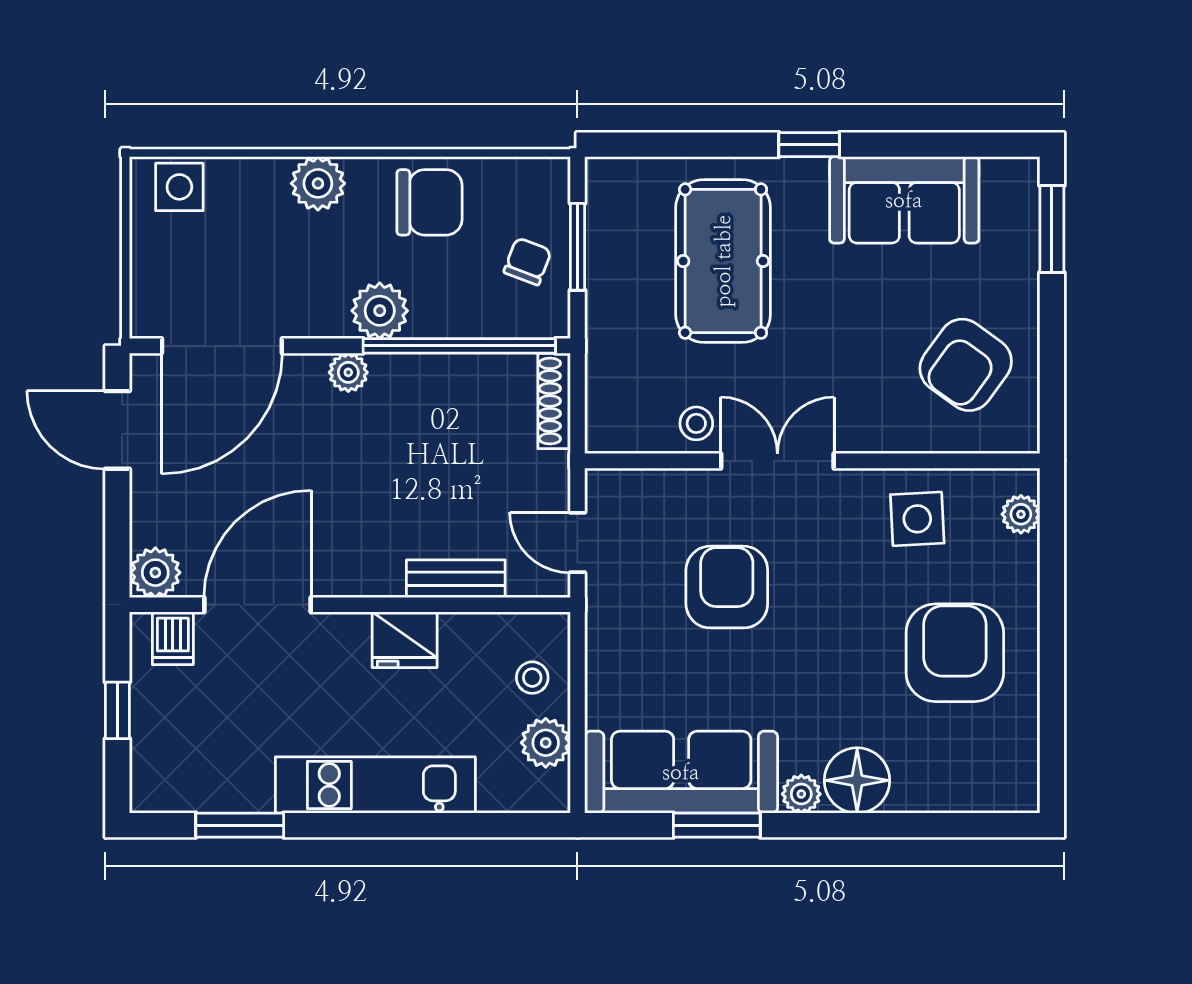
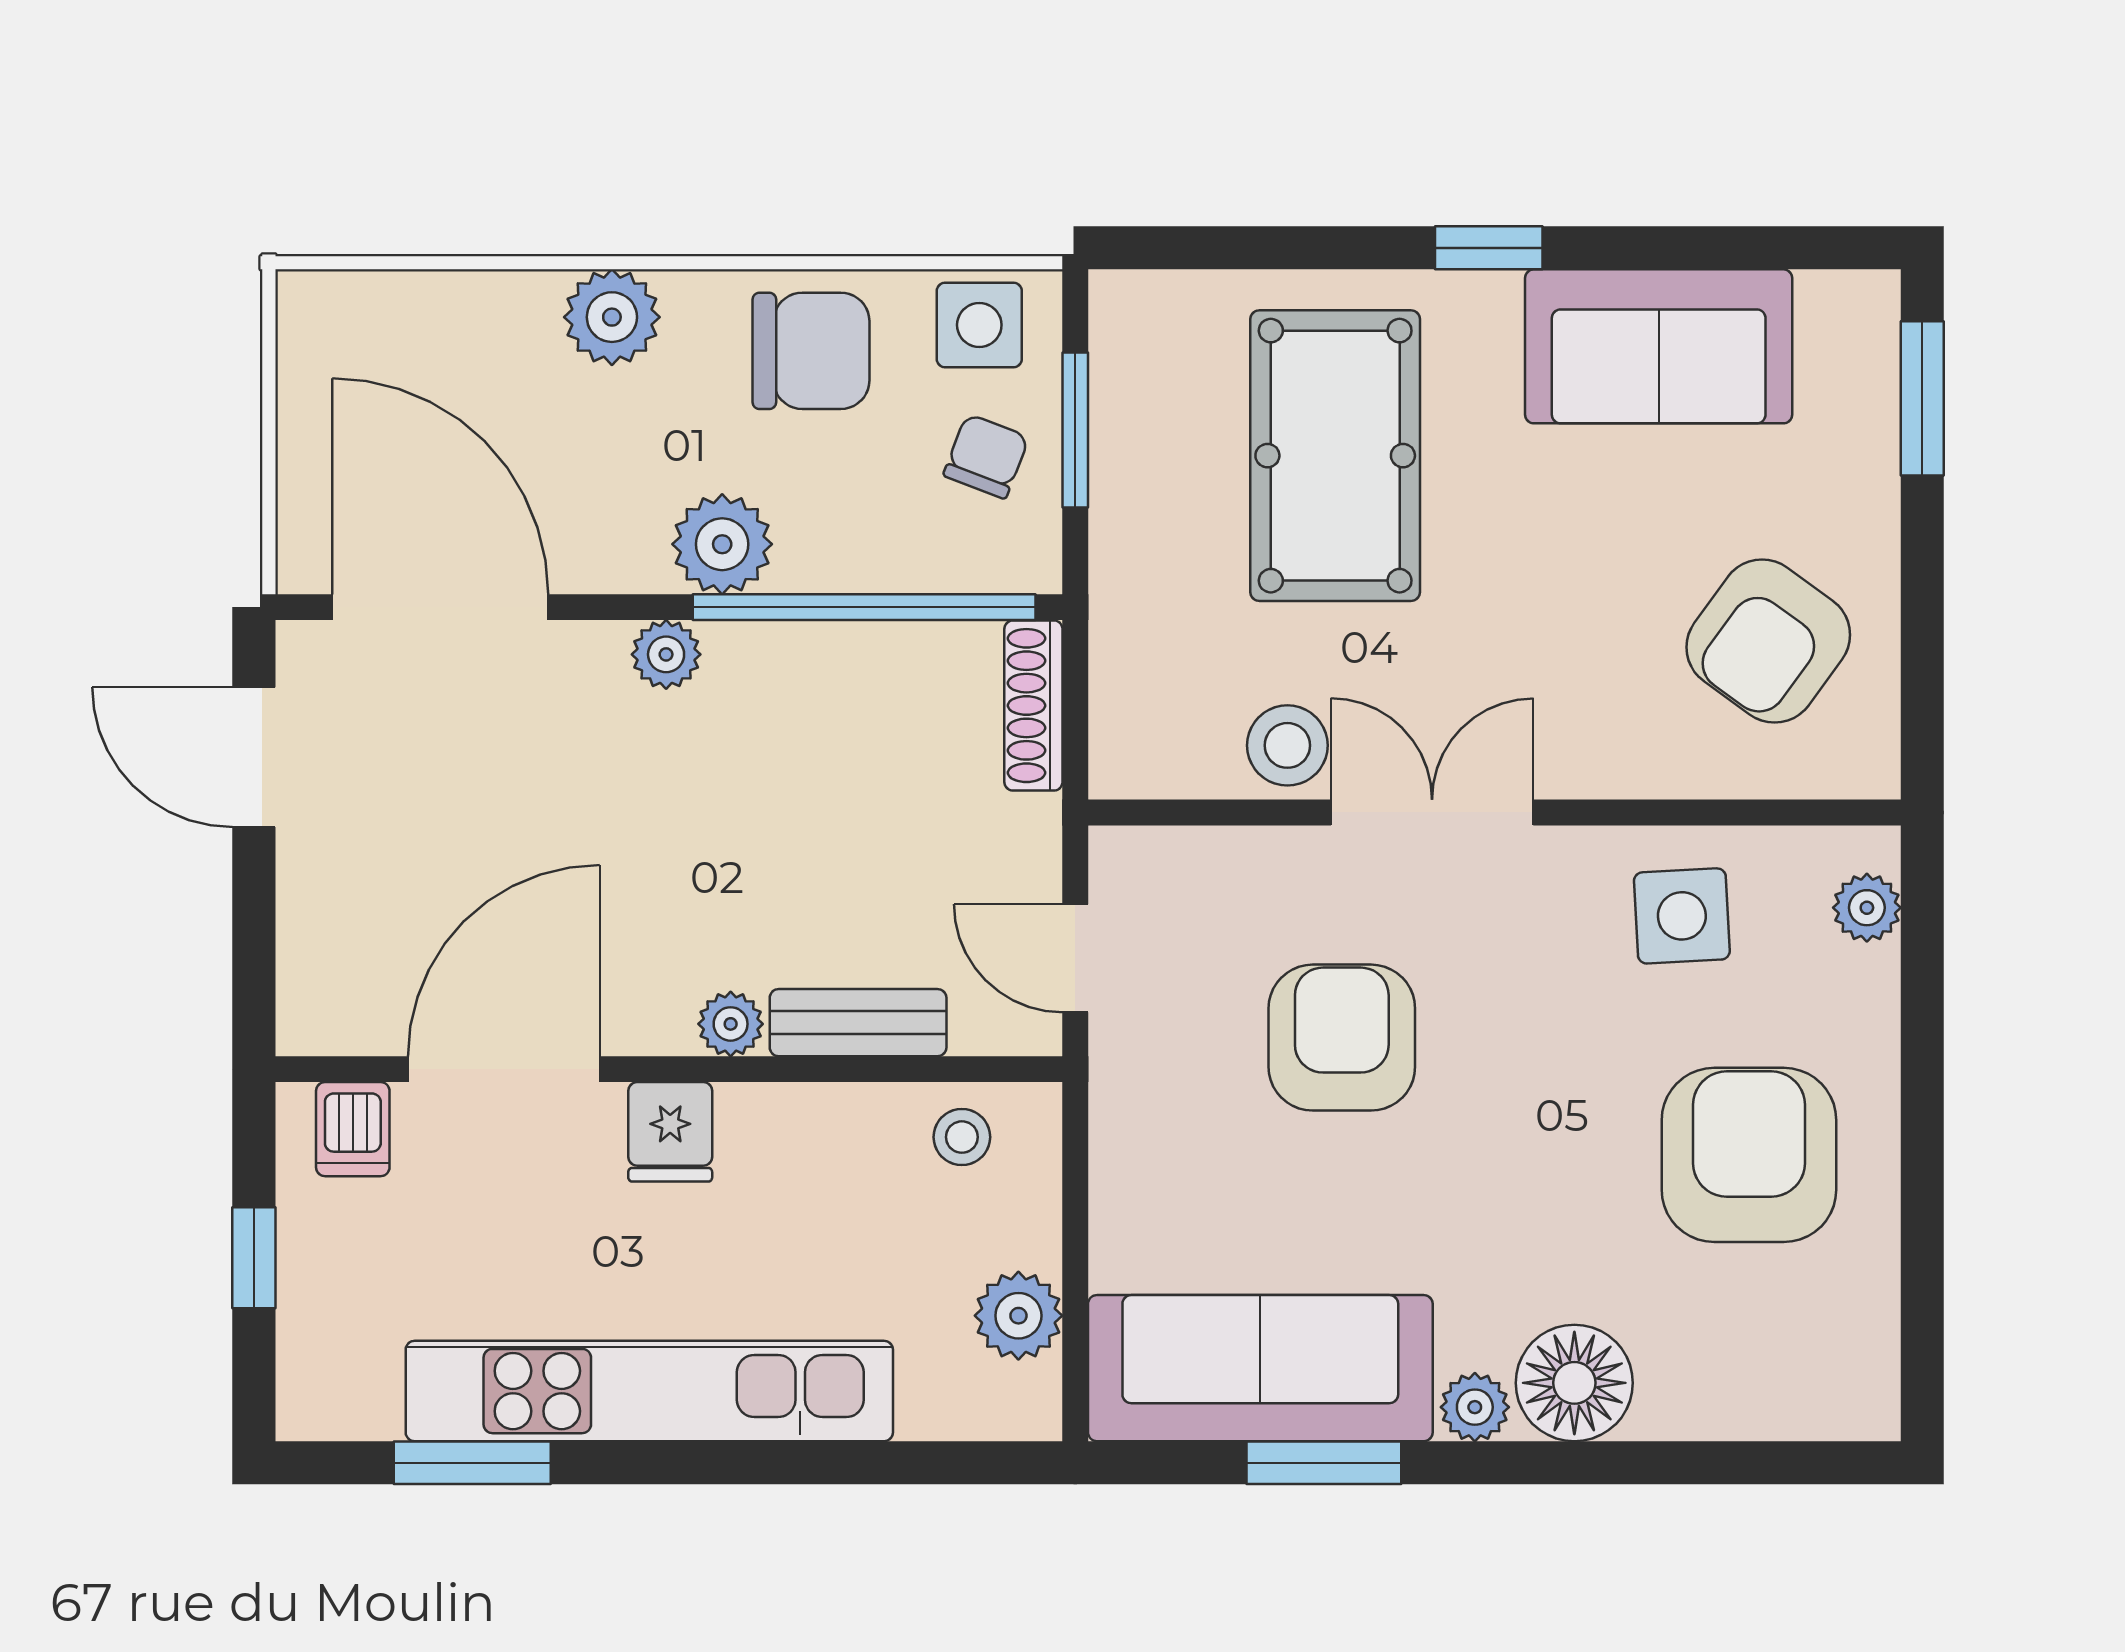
side table: (179, 187) -> (979, 325), moved
door: (222, 346) -> (440, 607), swing flipped
stool: (696, 423) -> (1287, 745), width x1.37, depth x1.37
plant: (155, 573) -> (731, 1024), moved, width x0.73, depth x0.73
fridge: (405, 640) -> (670, 1132), moved, width x0.72
stool: (532, 678) -> (962, 1137), moved
kitchen unit: (375, 785) -> (649, 1391), width x1.36

